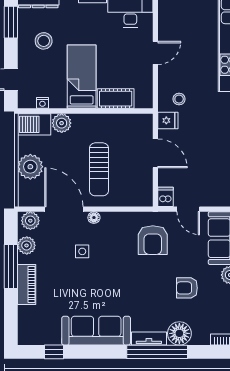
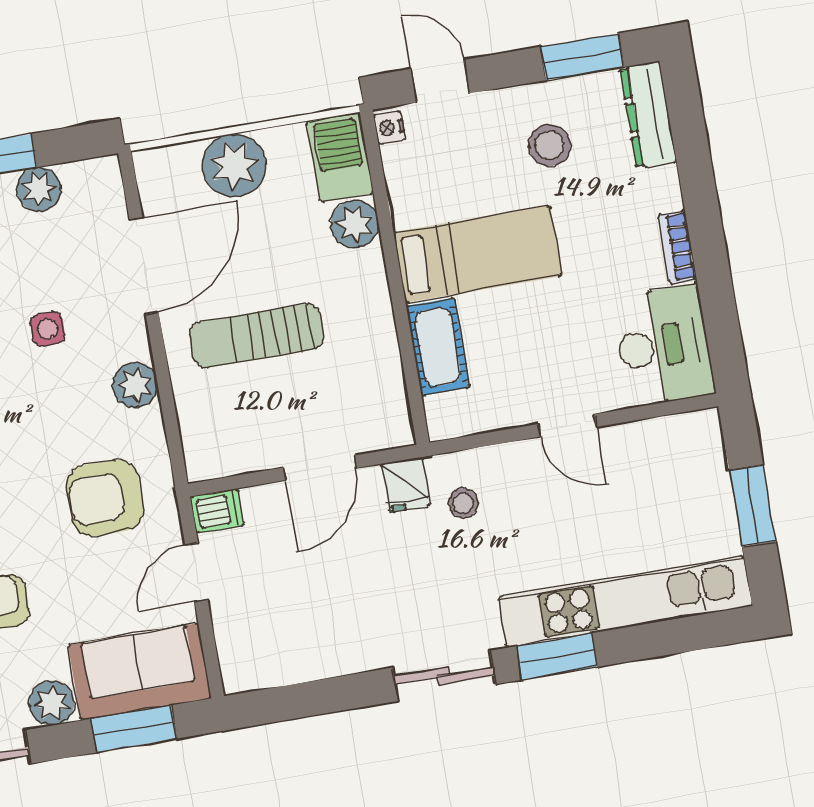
nightstand: (42, 103) -> (389, 128), moved
floor lamp: (94, 218) -> (136, 344), removed
plant: (30, 221) -> (135, 385), moved

